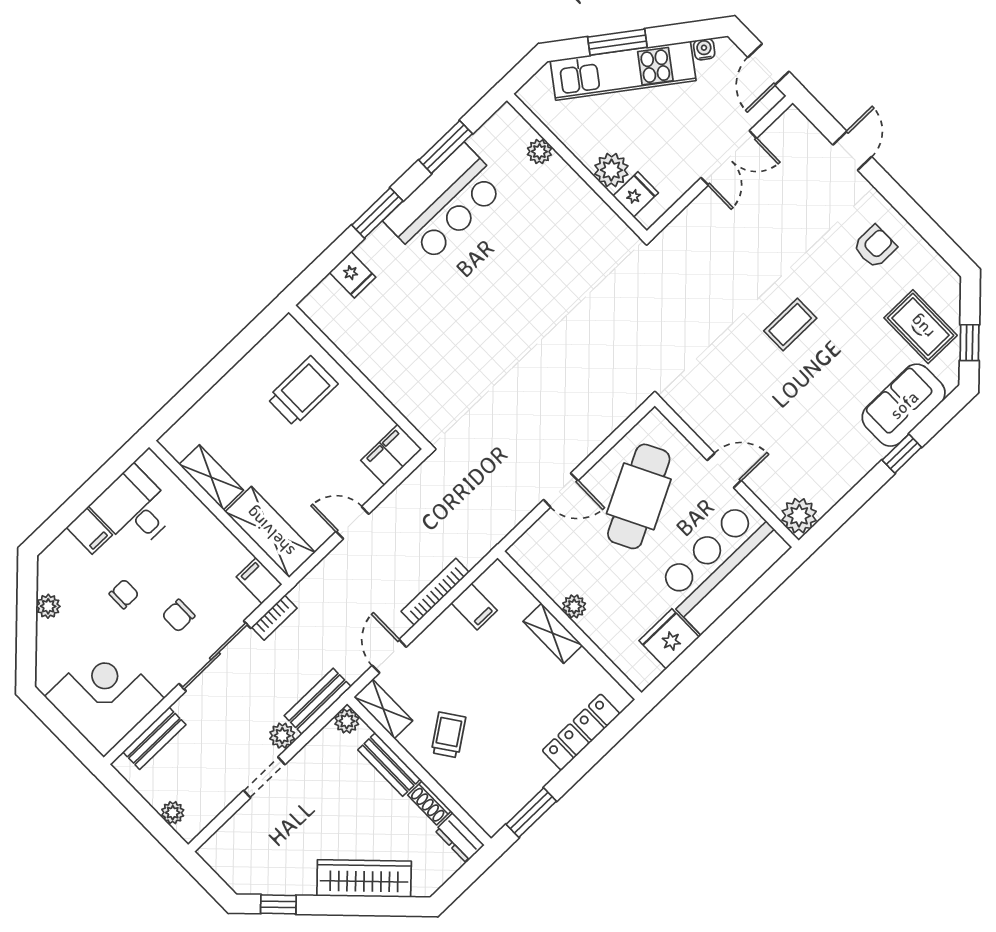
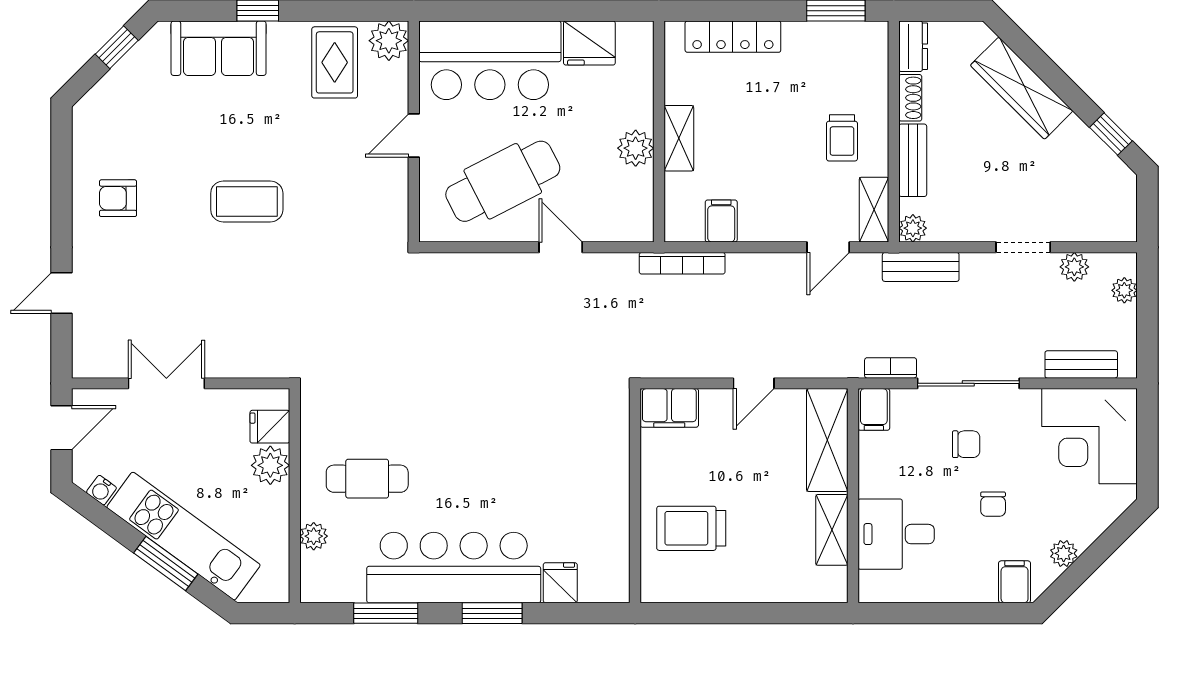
bar counter: (445, 204) -> (454, 568), width x1.36
cafe table: (541, 222) -> (367, 479), added
coffee table: (790, 324) -> (247, 202), width x1.36, depth x1.30
rug: (921, 327) -> (335, 62), moved
door: (724, 470) -> (414, 136), hinge flipped
desk: (134, 509) -> (896, 534), moved, turned 90
door: (352, 523) -> (754, 383), hinge flipped
filing cabinet: (89, 531) -> (1015, 582), moved
bookcase: (435, 592) -> (682, 263), moved
chair: (124, 594) -> (993, 504), turned -90
plant: (574, 606) -> (636, 148), width x1.38, depth x1.38
trolley: (448, 735) -> (842, 138), turned -55
plant: (282, 736) -> (1074, 267), moved

